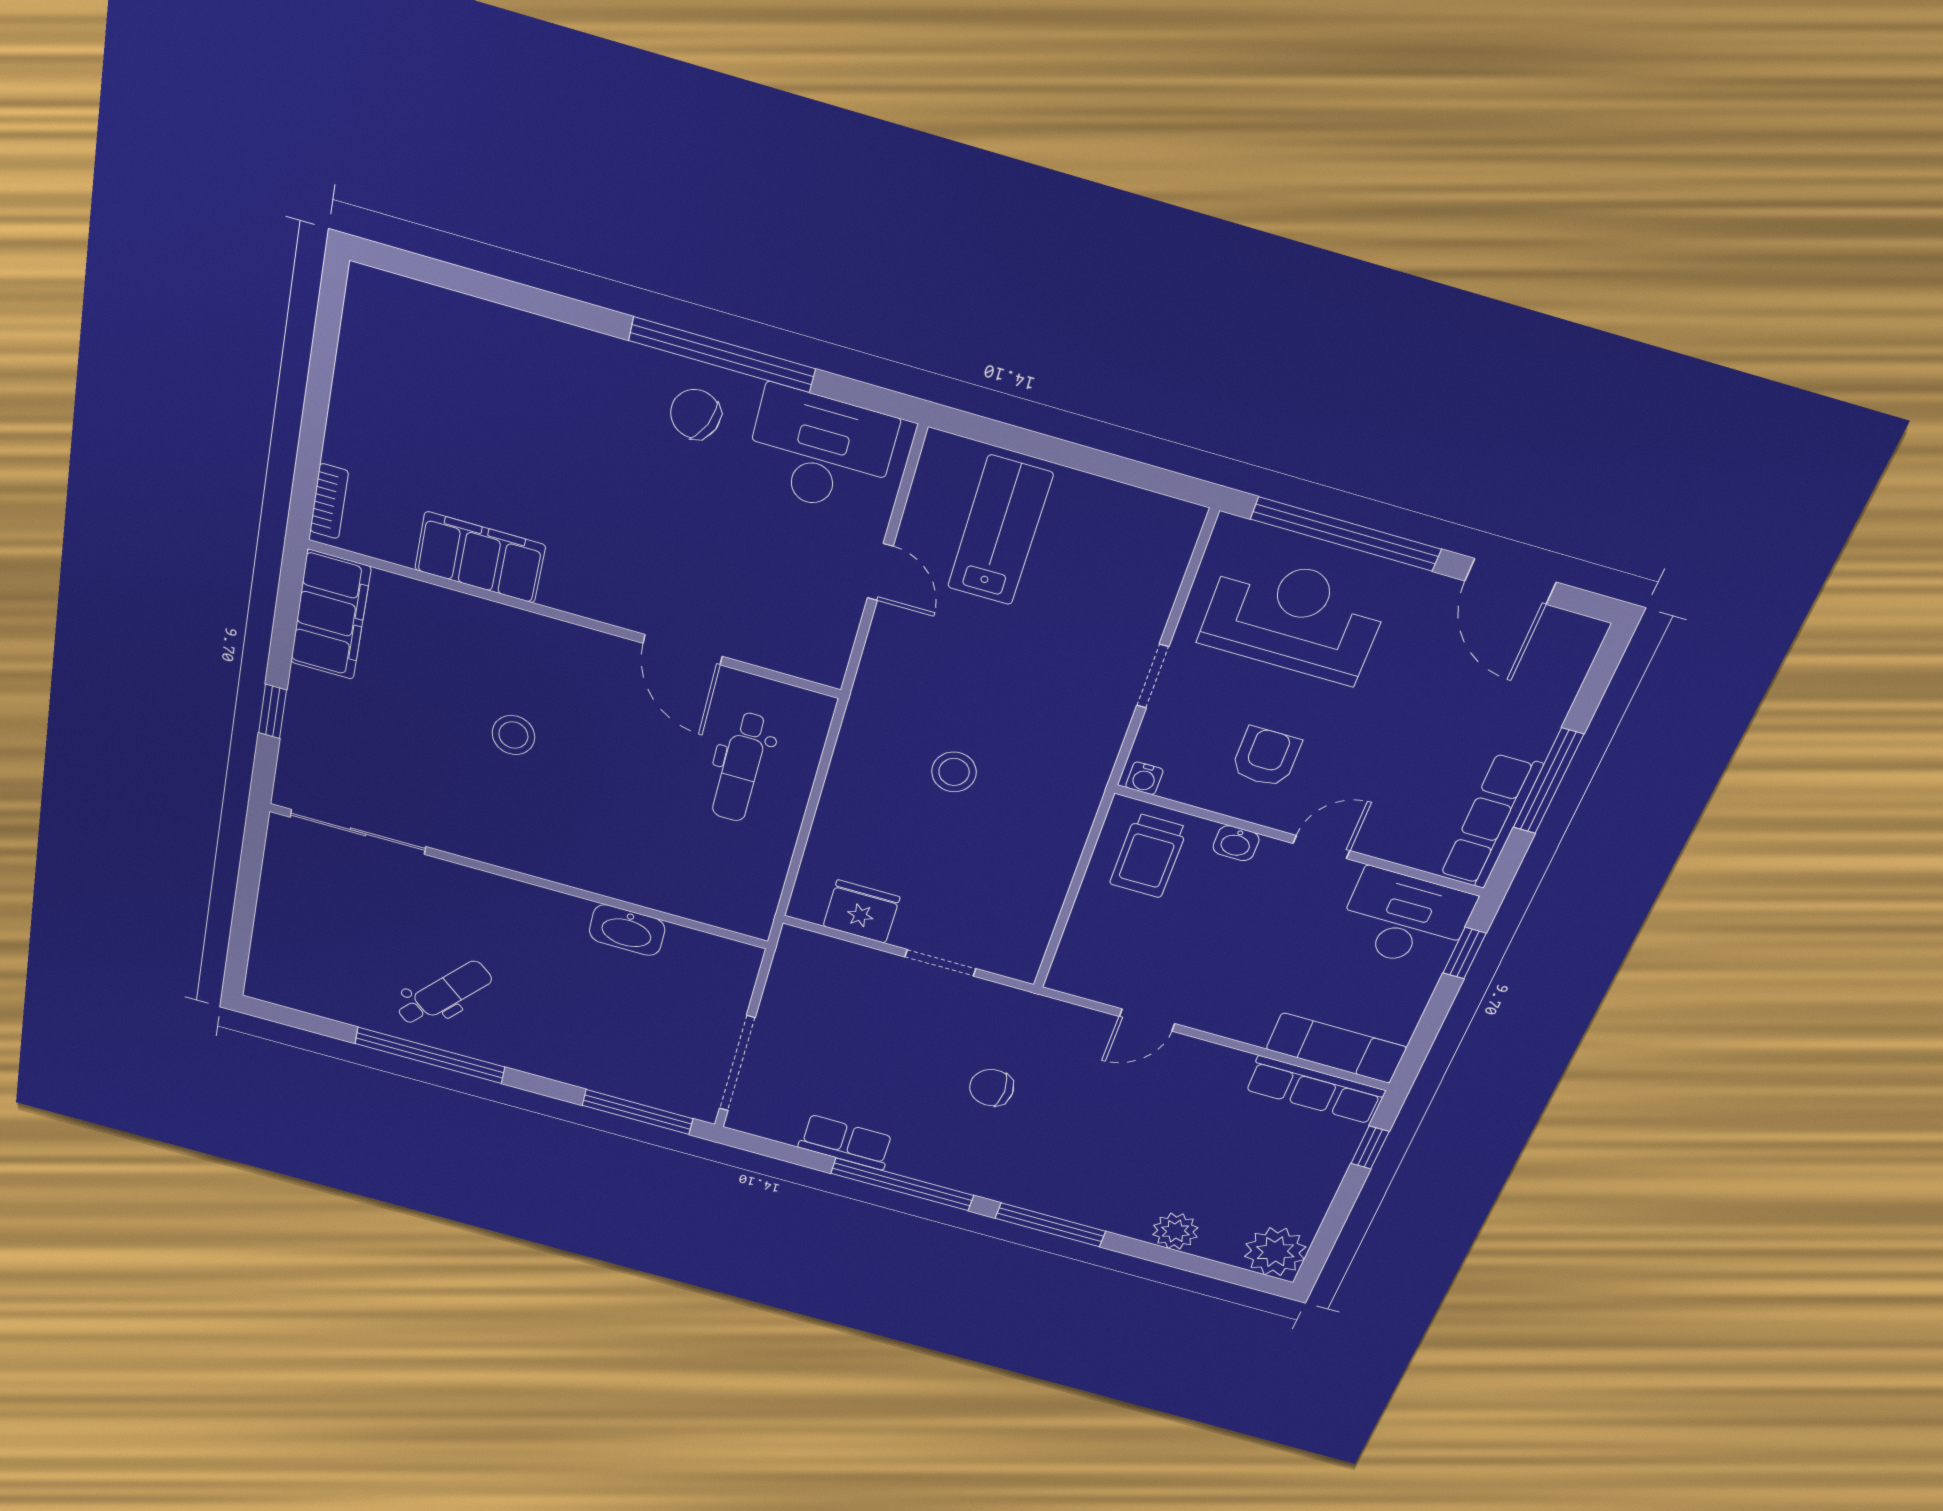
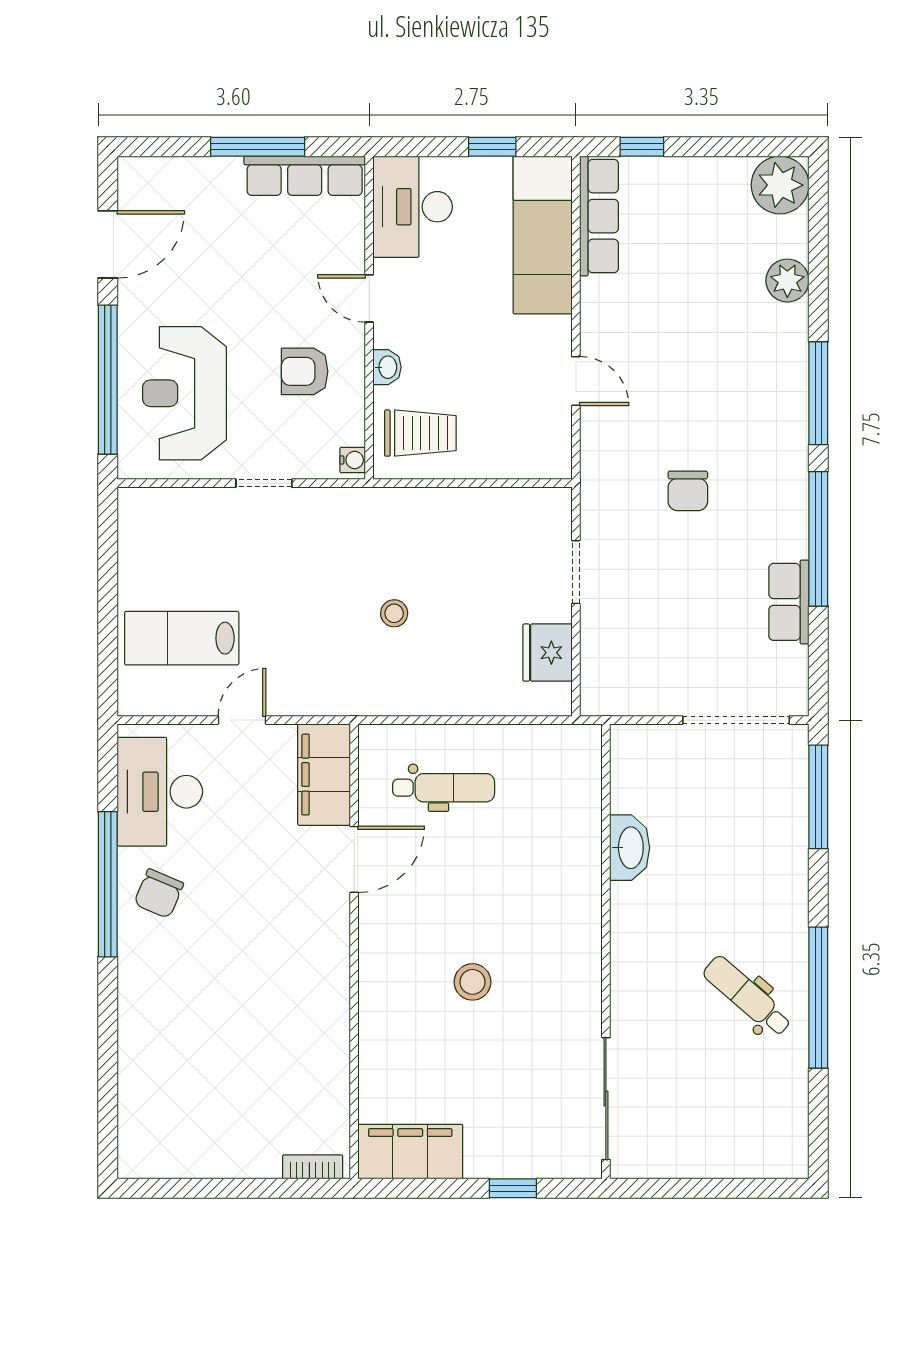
filing cabinet: (480, 557) -> (324, 775), moved
stool: (954, 772) -> (394, 613), width x0.73, depth x0.73
window: (1465, 953) -> (492, 147), moved
exam couch: (1336, 1048) -> (543, 235), width x1.36, depth x1.45

